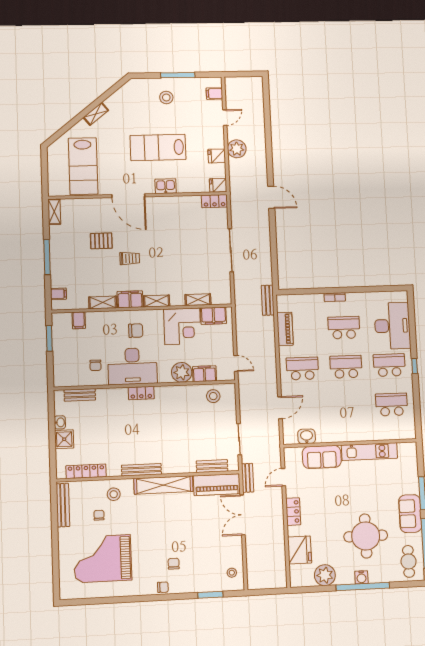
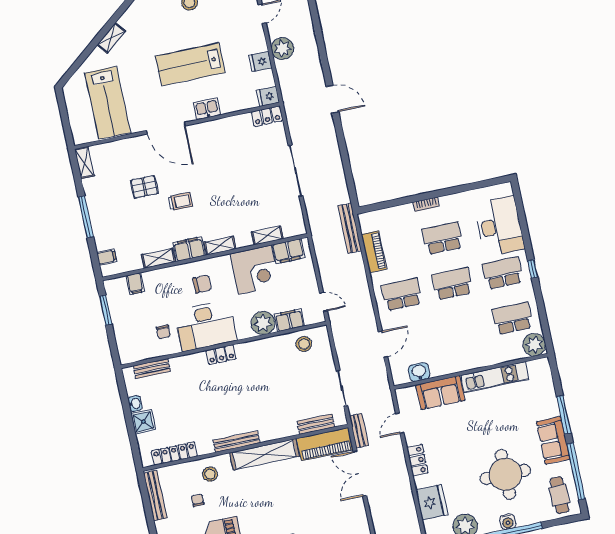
bench: (268, 300) -> (350, 228), width x1.36
plant: (406, 430) -> (534, 345), added

